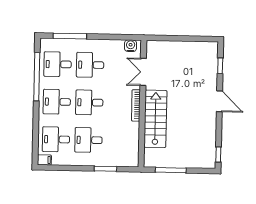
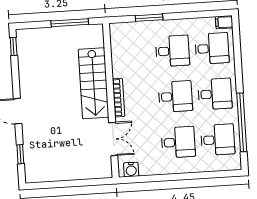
window: (70, 36) -> (206, 175), removed

